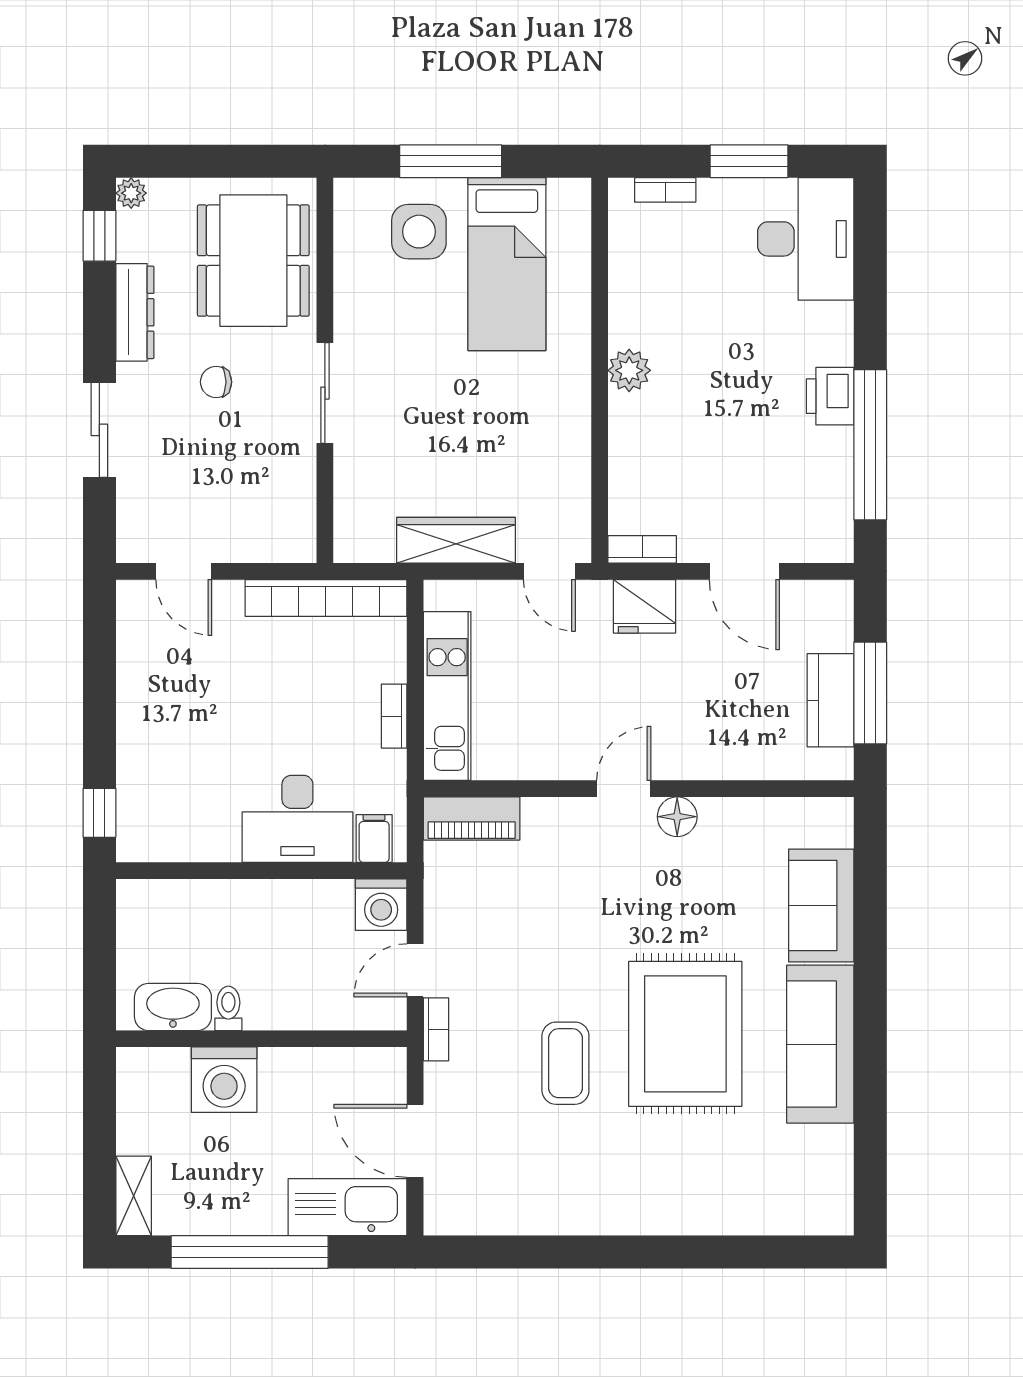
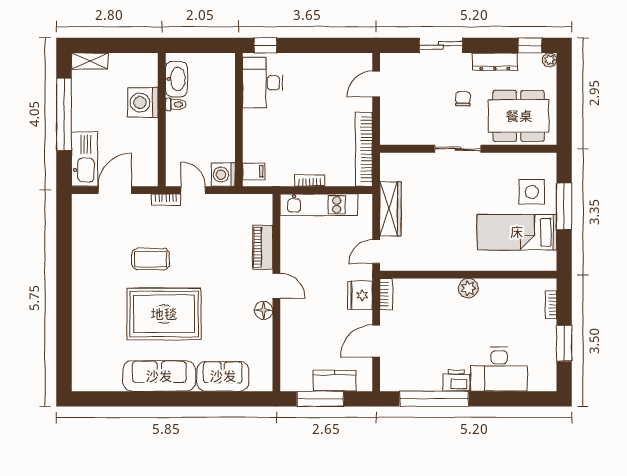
desk: (806, 239) -> (499, 369), moved
kitchen counter: (830, 700) -> (335, 381), moved
piano: (472, 818) -> (263, 247), moved
desk: (297, 819) -> (263, 83), moved

